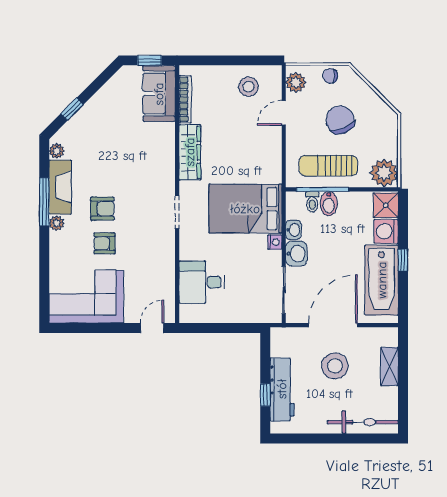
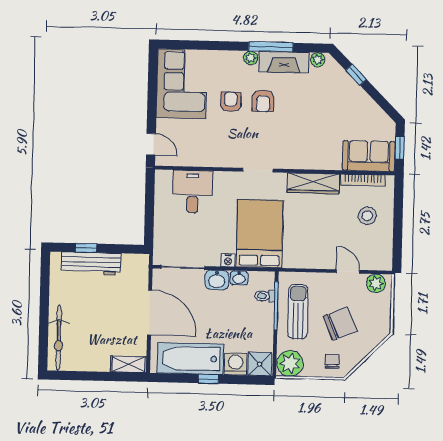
chair: (330, 76) -> (332, 361), moved
stool: (248, 87) -> (367, 216), moved
bidet: (329, 204) -> (263, 311), removed
stool: (335, 366) -> (112, 313), removed
shelving: (389, 366) -> (129, 364), moved

